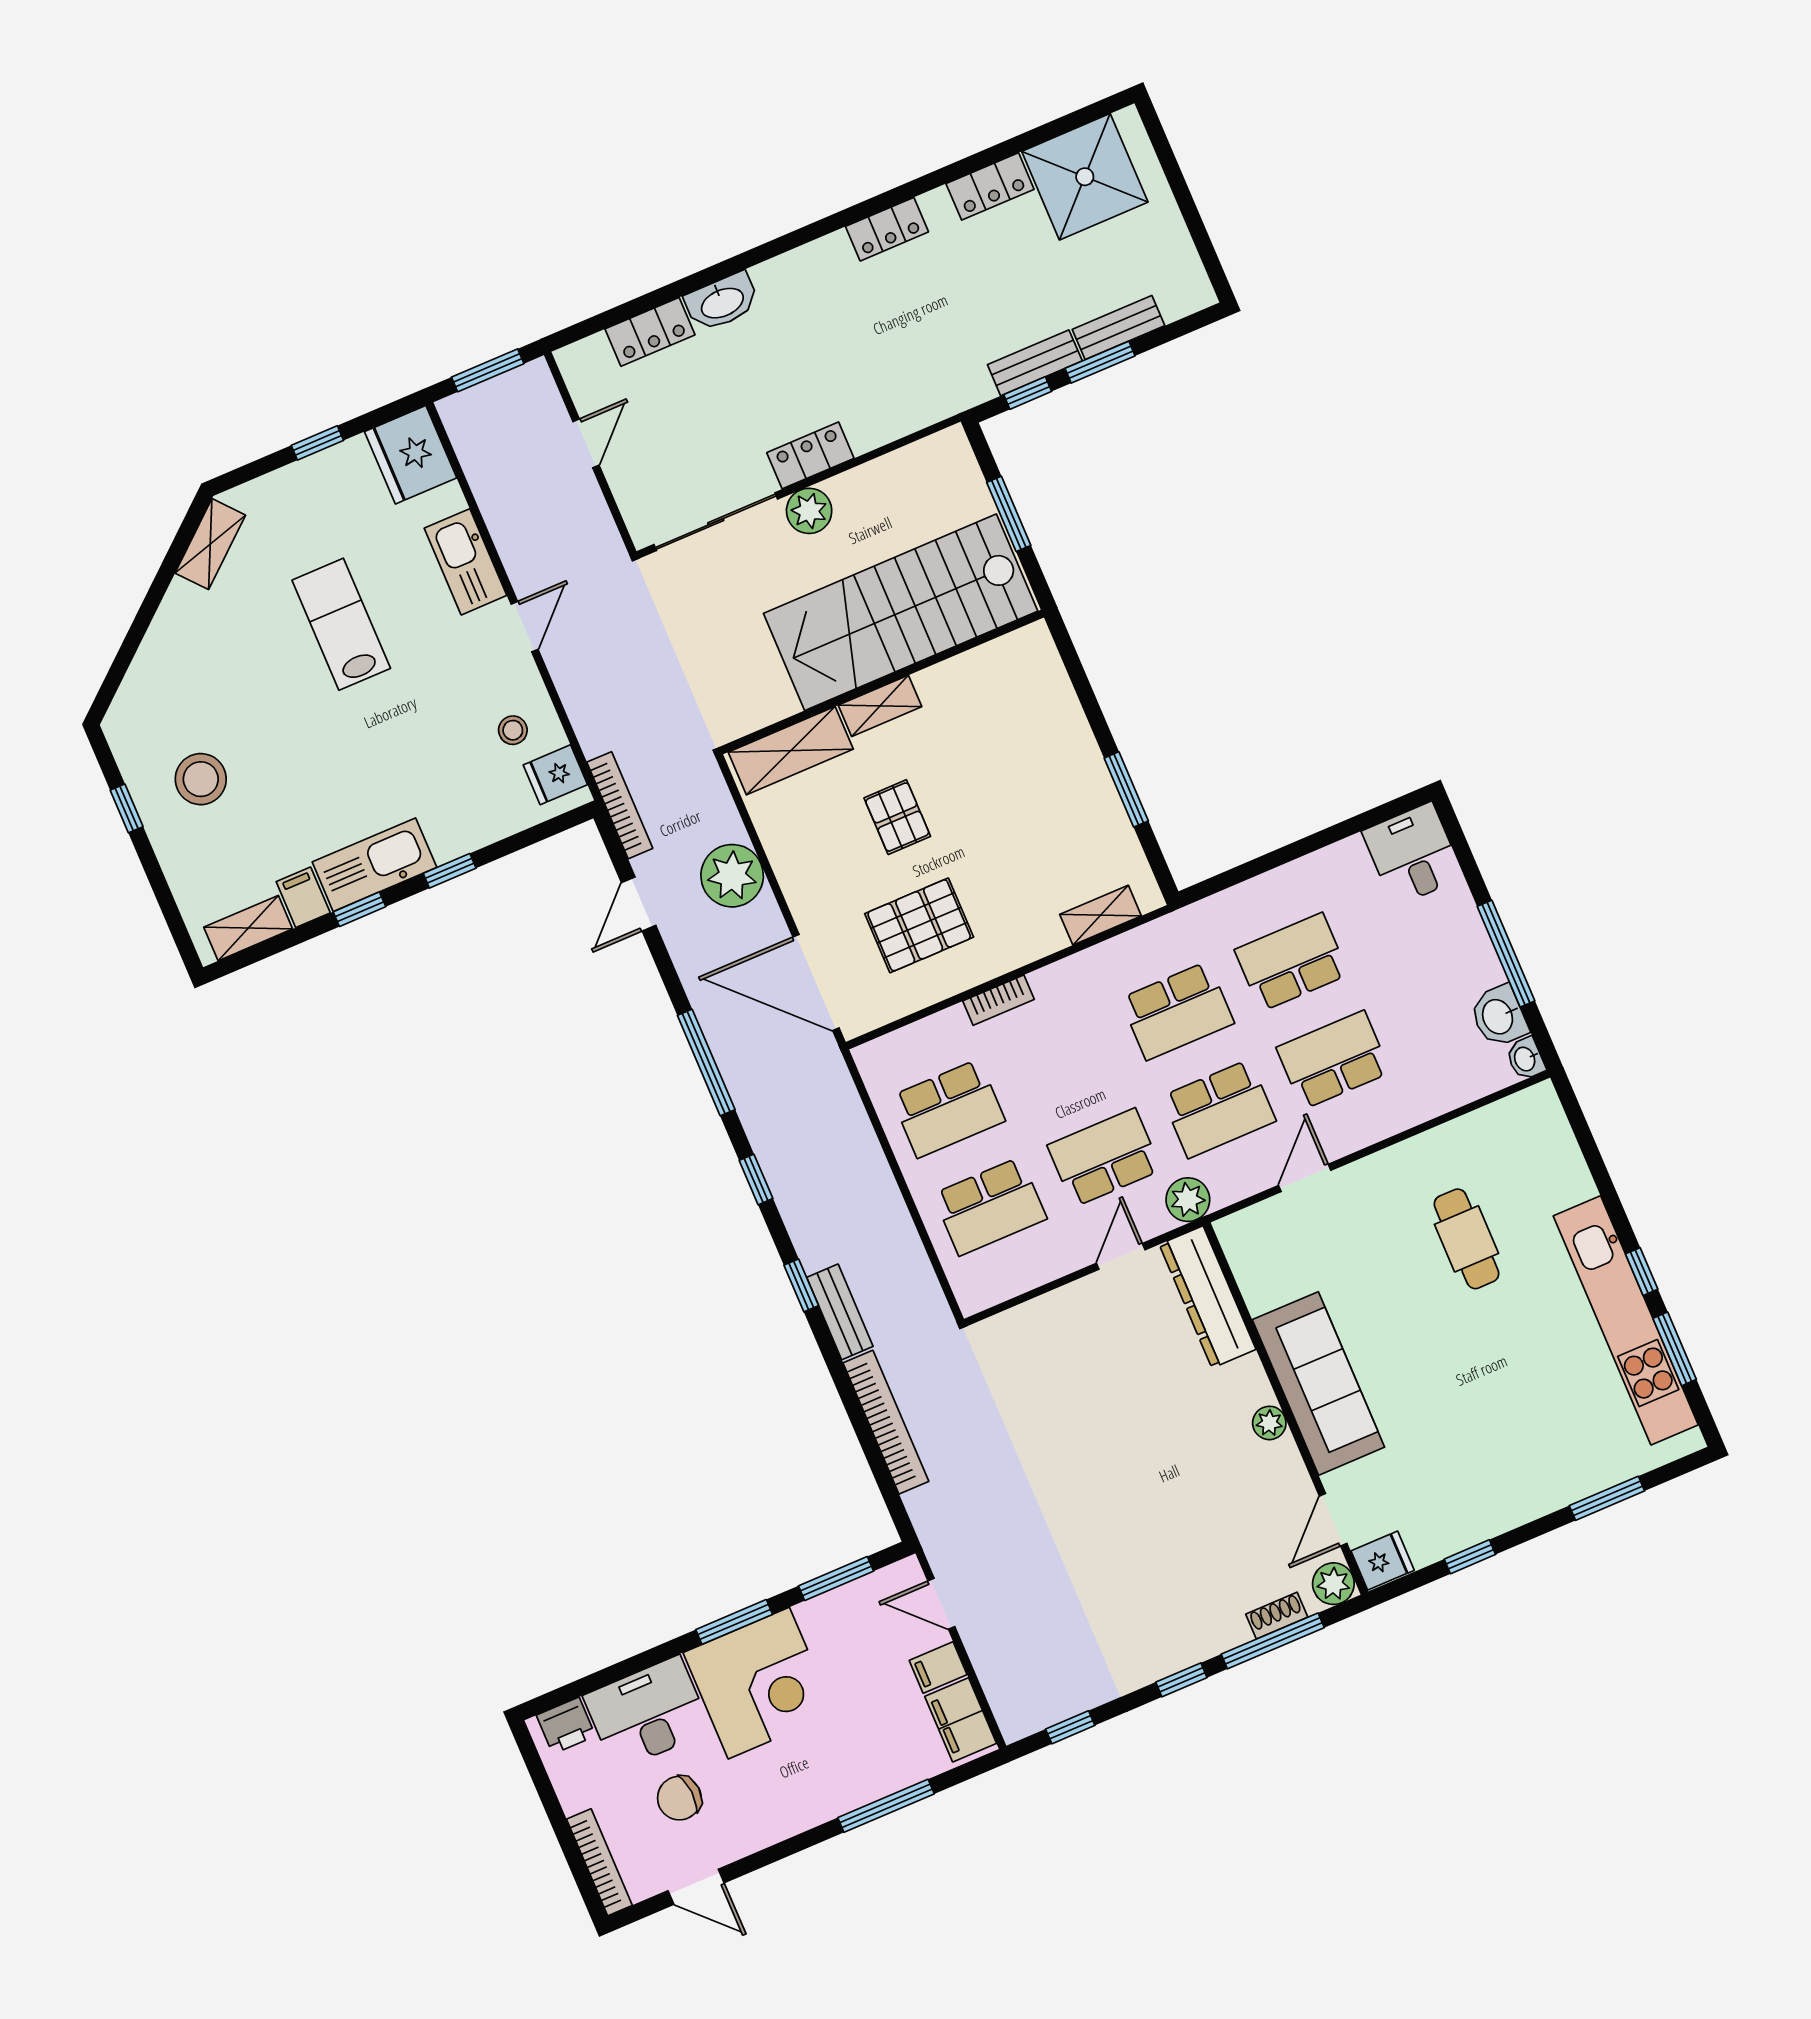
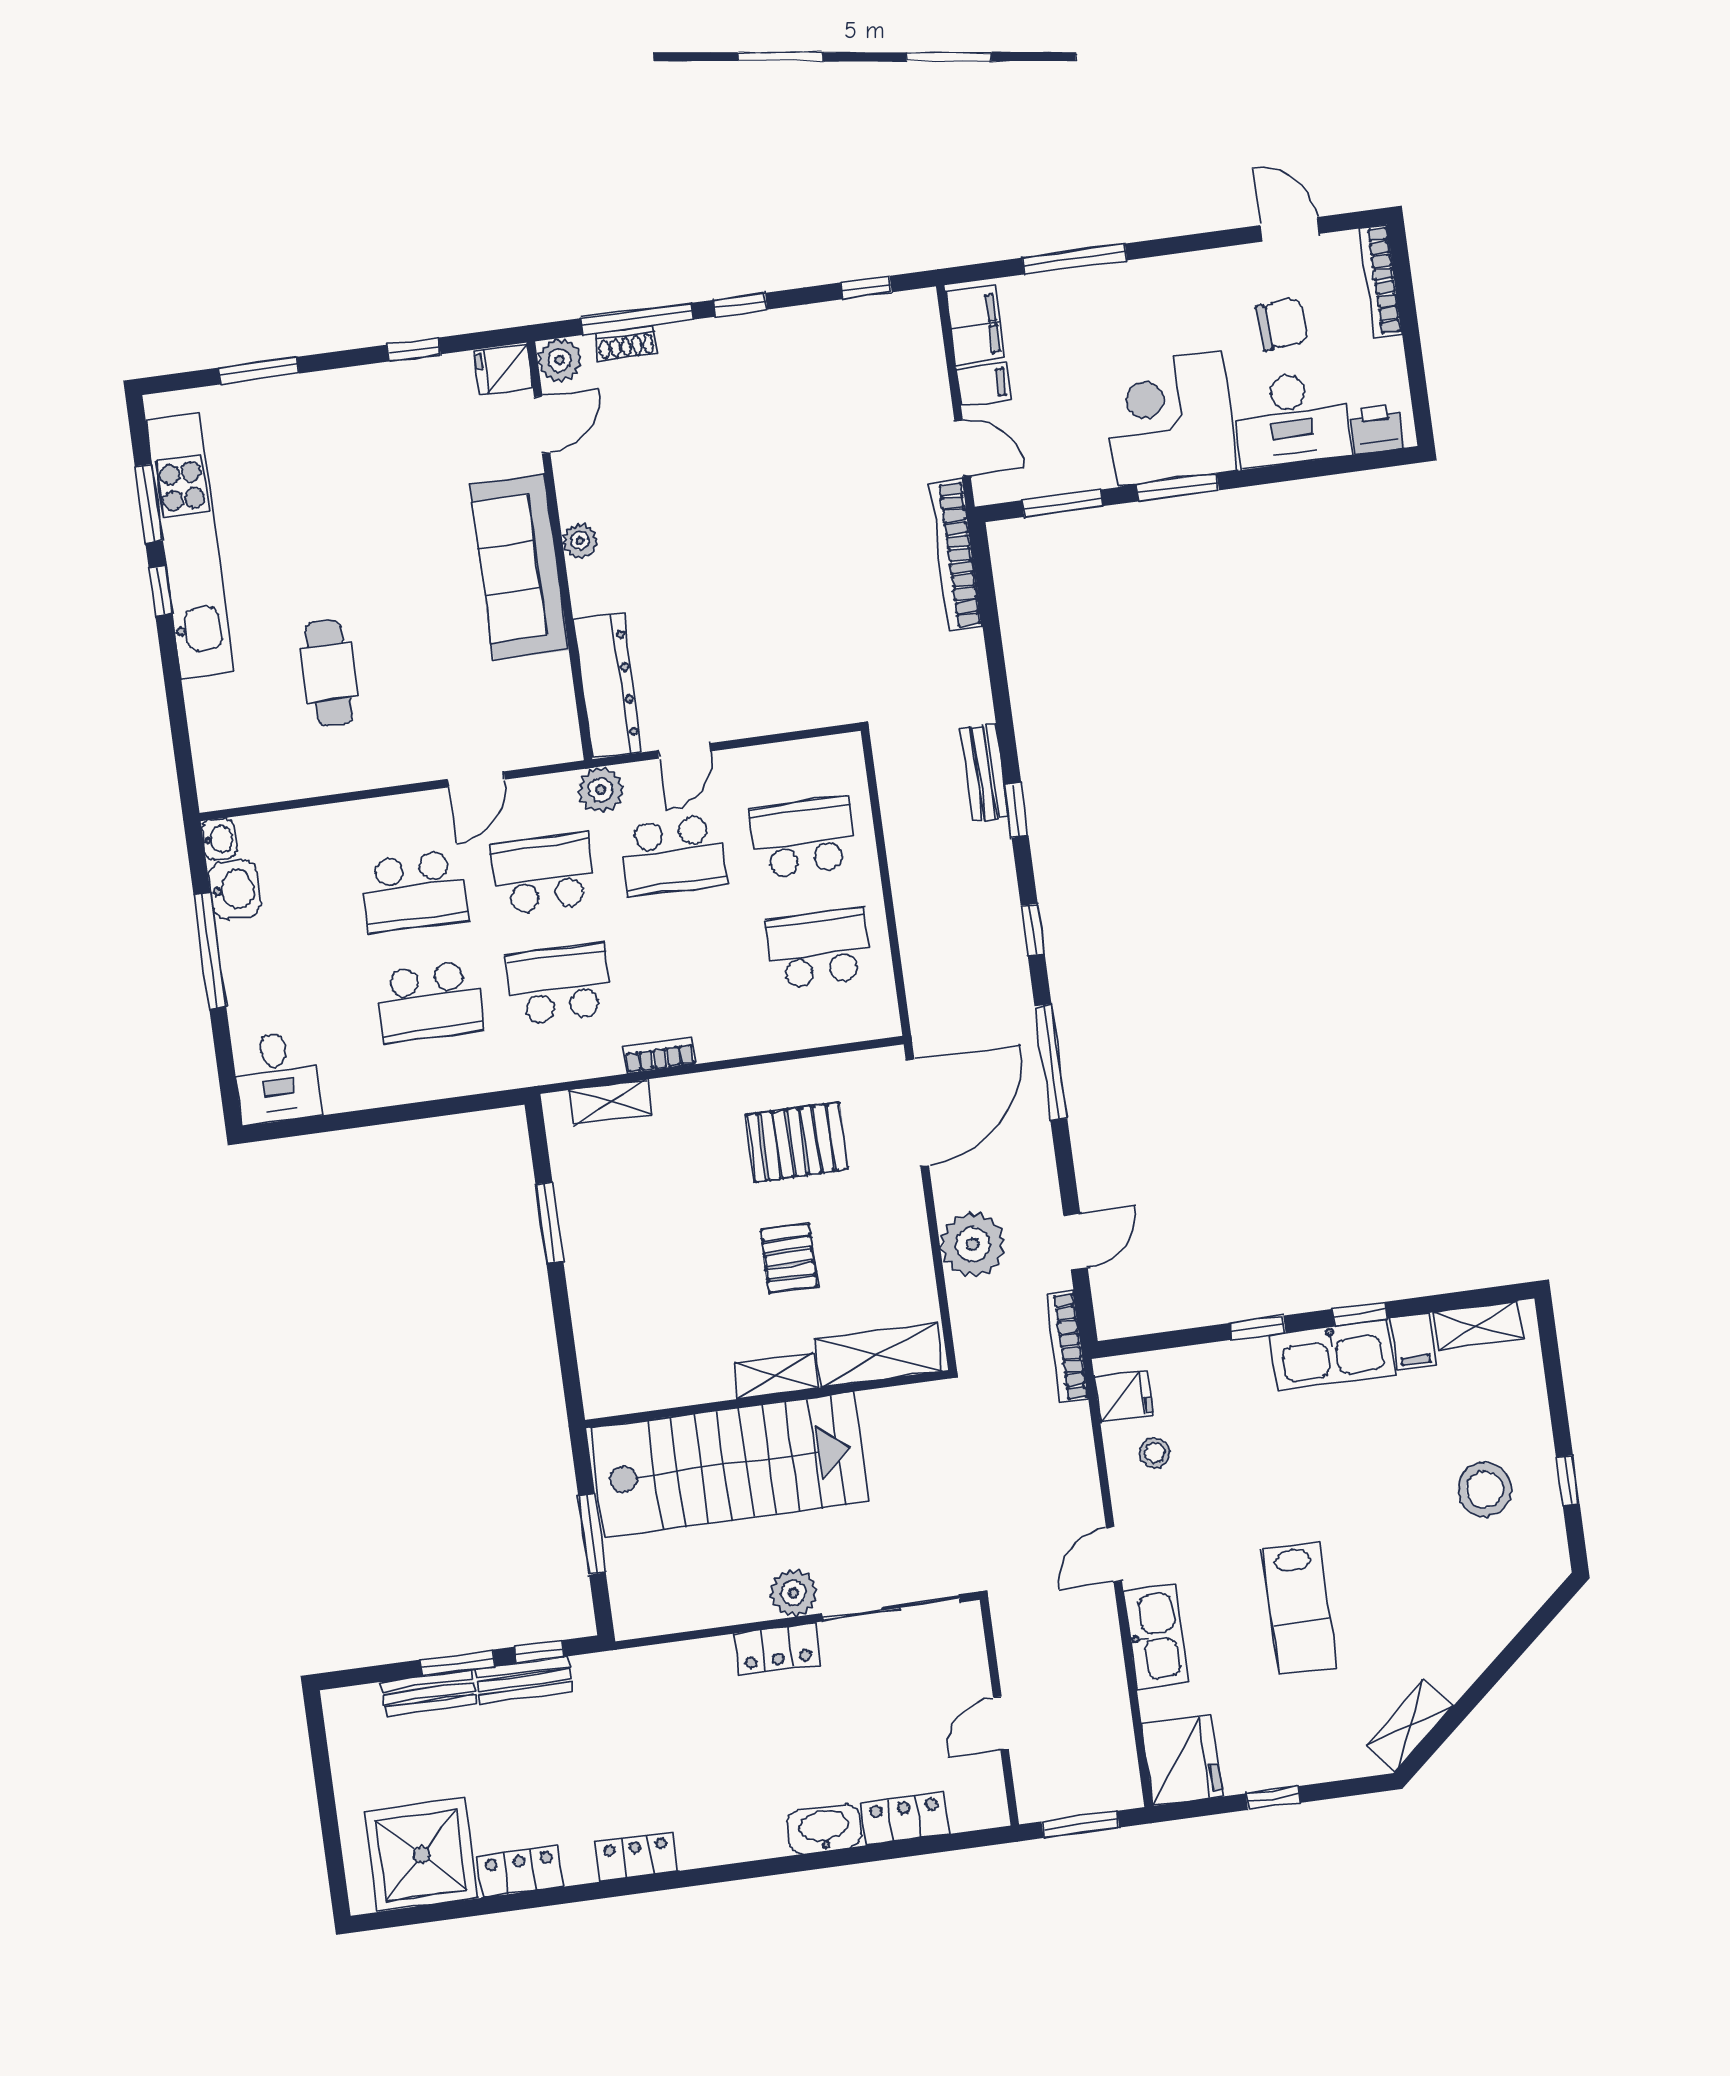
door: (816, 982) -> (917, 1113), hinge flipped
bookcase: (999, 1000) -> (660, 1055), moved
bookcase: (886, 1422) -> (956, 555), moved

